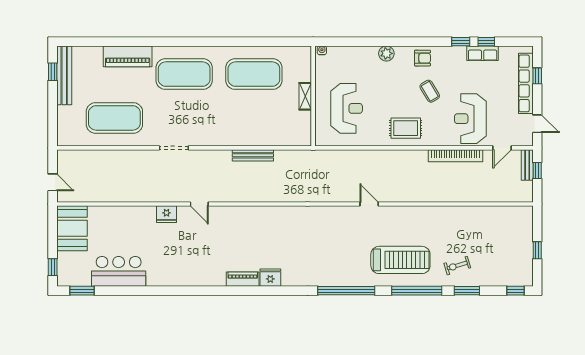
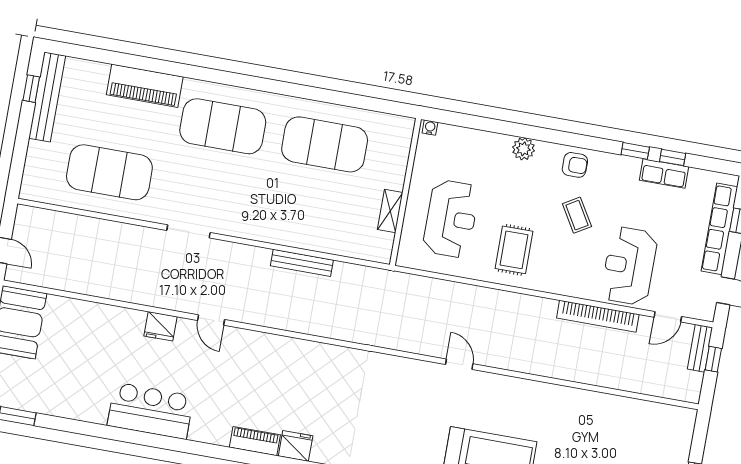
shelving: (305, 96) -> (390, 211), moved
rug: (406, 128) -> (514, 250), moved, turned 90
bar counter: (119, 271) -> (150, 411), moved

